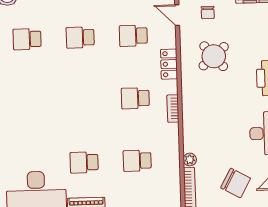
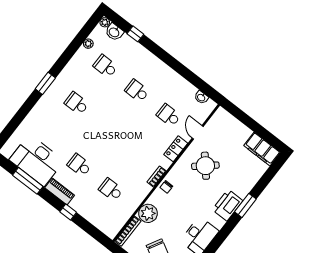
chair: (208, 12) -> (166, 187), moved
door: (177, 15) -> (198, 132), moved
school desk: (135, 98) -> (77, 103), moved
plant: (190, 160) -> (148, 213), width x1.87, depth x1.87

